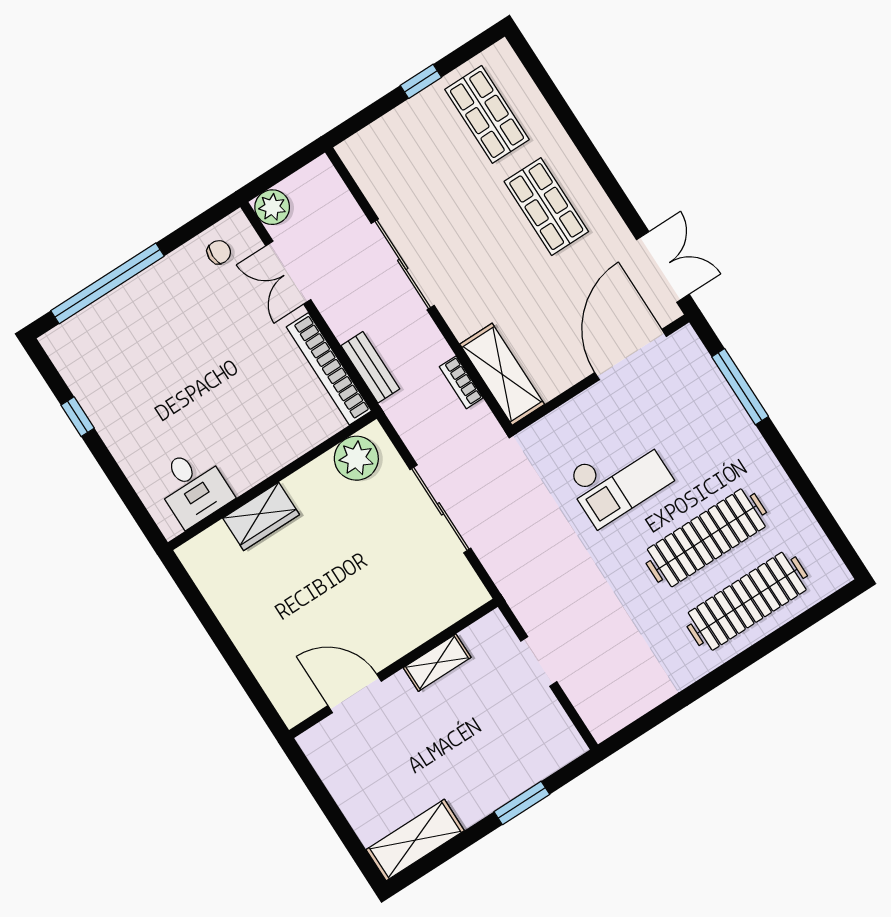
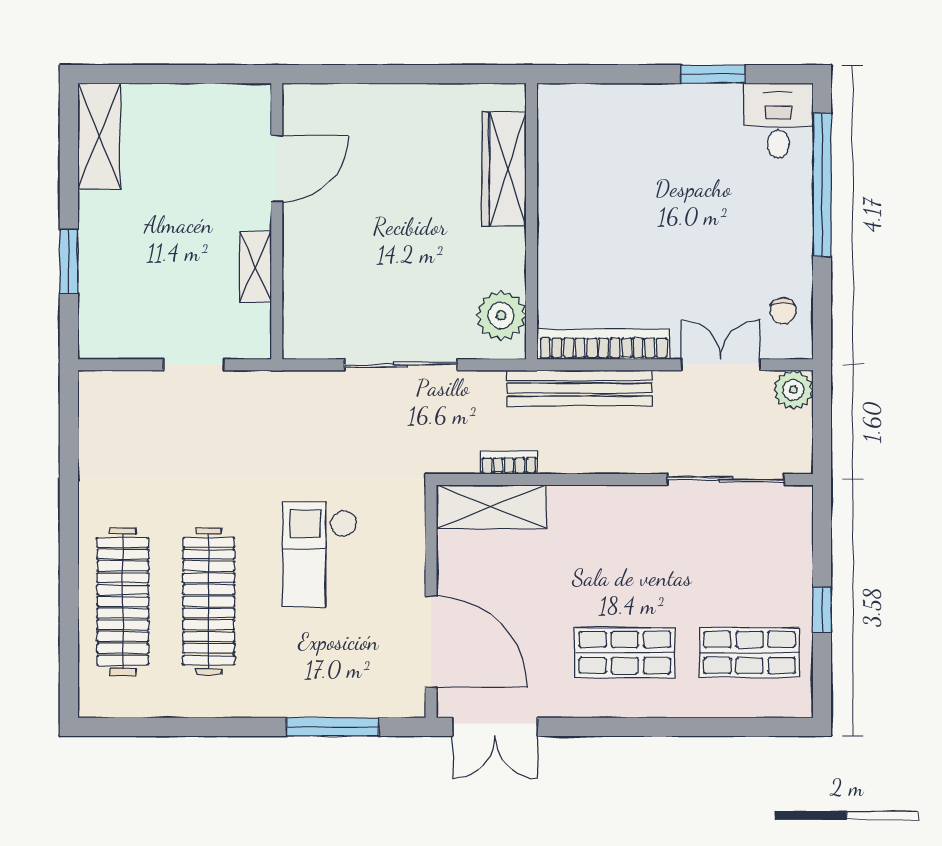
sliding door: (403, 264) -> (726, 479), moved
bench: (370, 367) -> (579, 388), width x1.86, depth x1.21
window: (78, 417) -> (713, 74), width x1.50
desk: (193, 487) -> (778, 121), moved, turned 90
wardrobe: (261, 516) -> (504, 169), width x1.50

